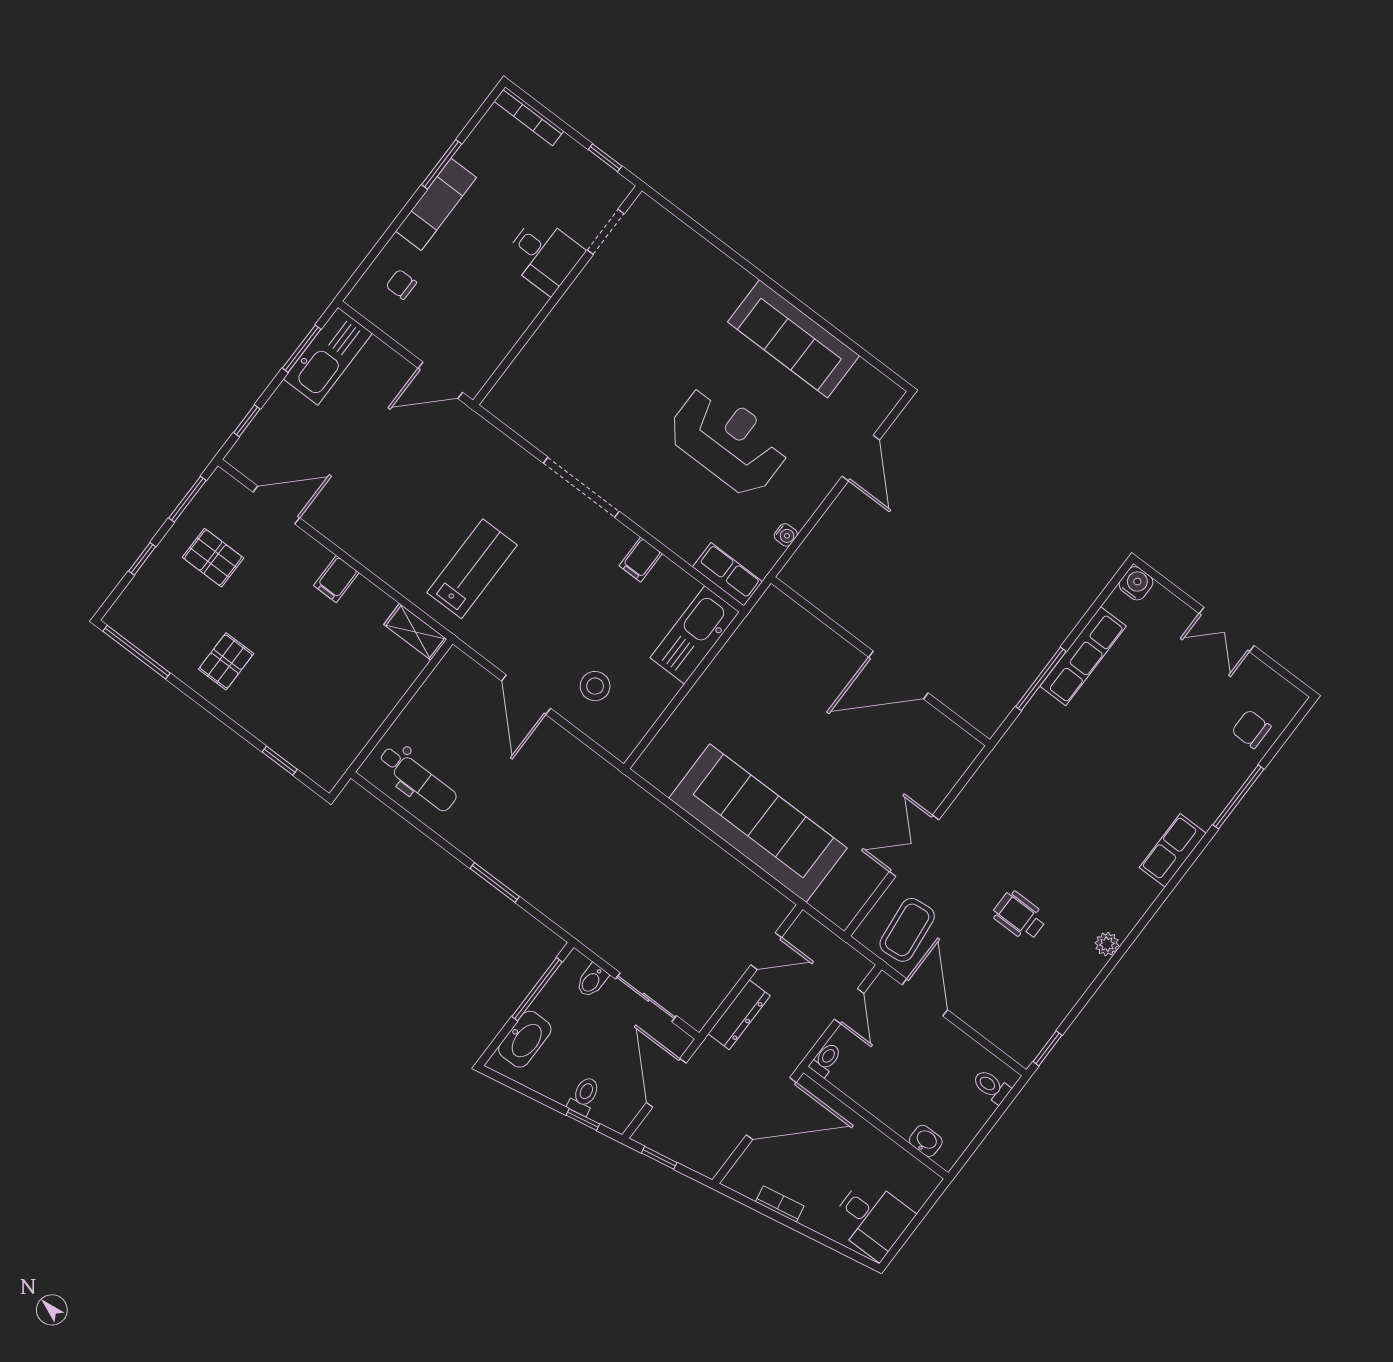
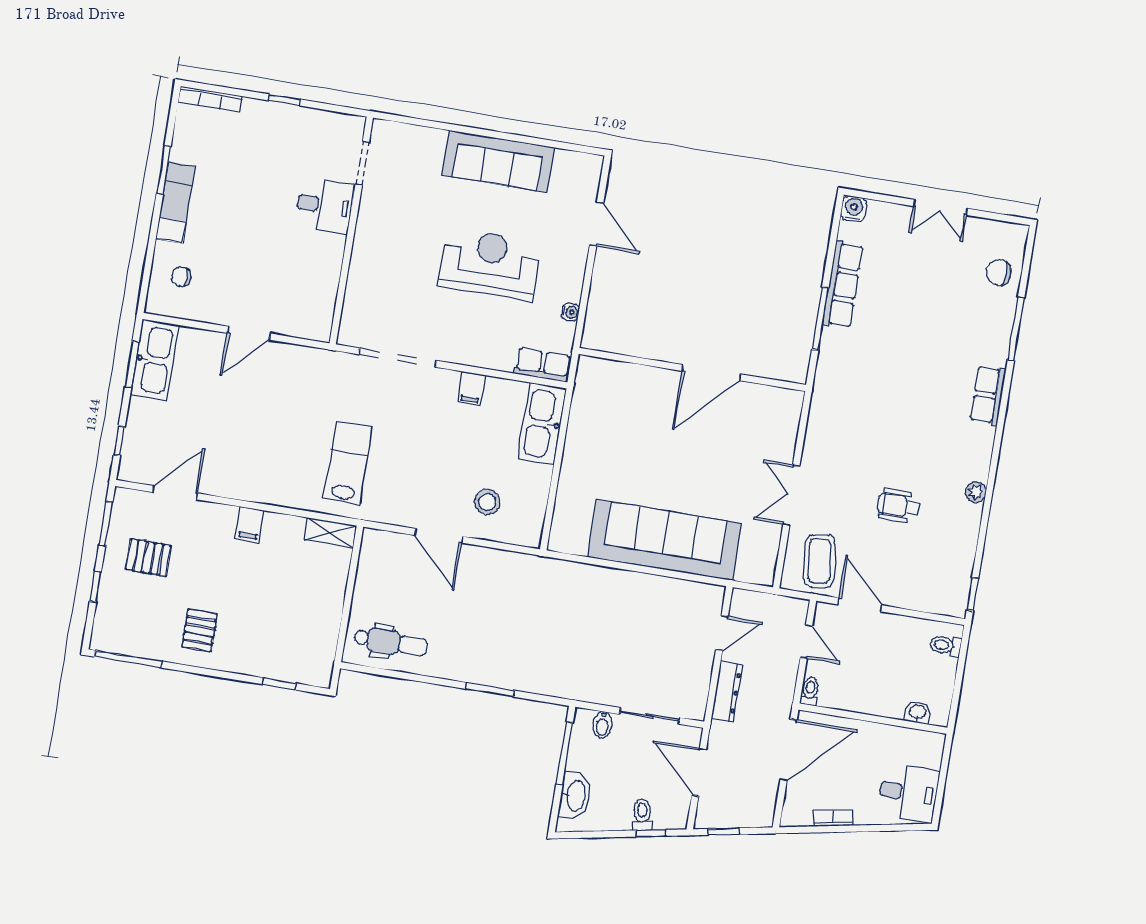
doorway: (606, 232) -> (362, 163), moved
desk: (544, 255) -> (325, 205), moved
wall: (557, 295) -> (351, 230), moved

